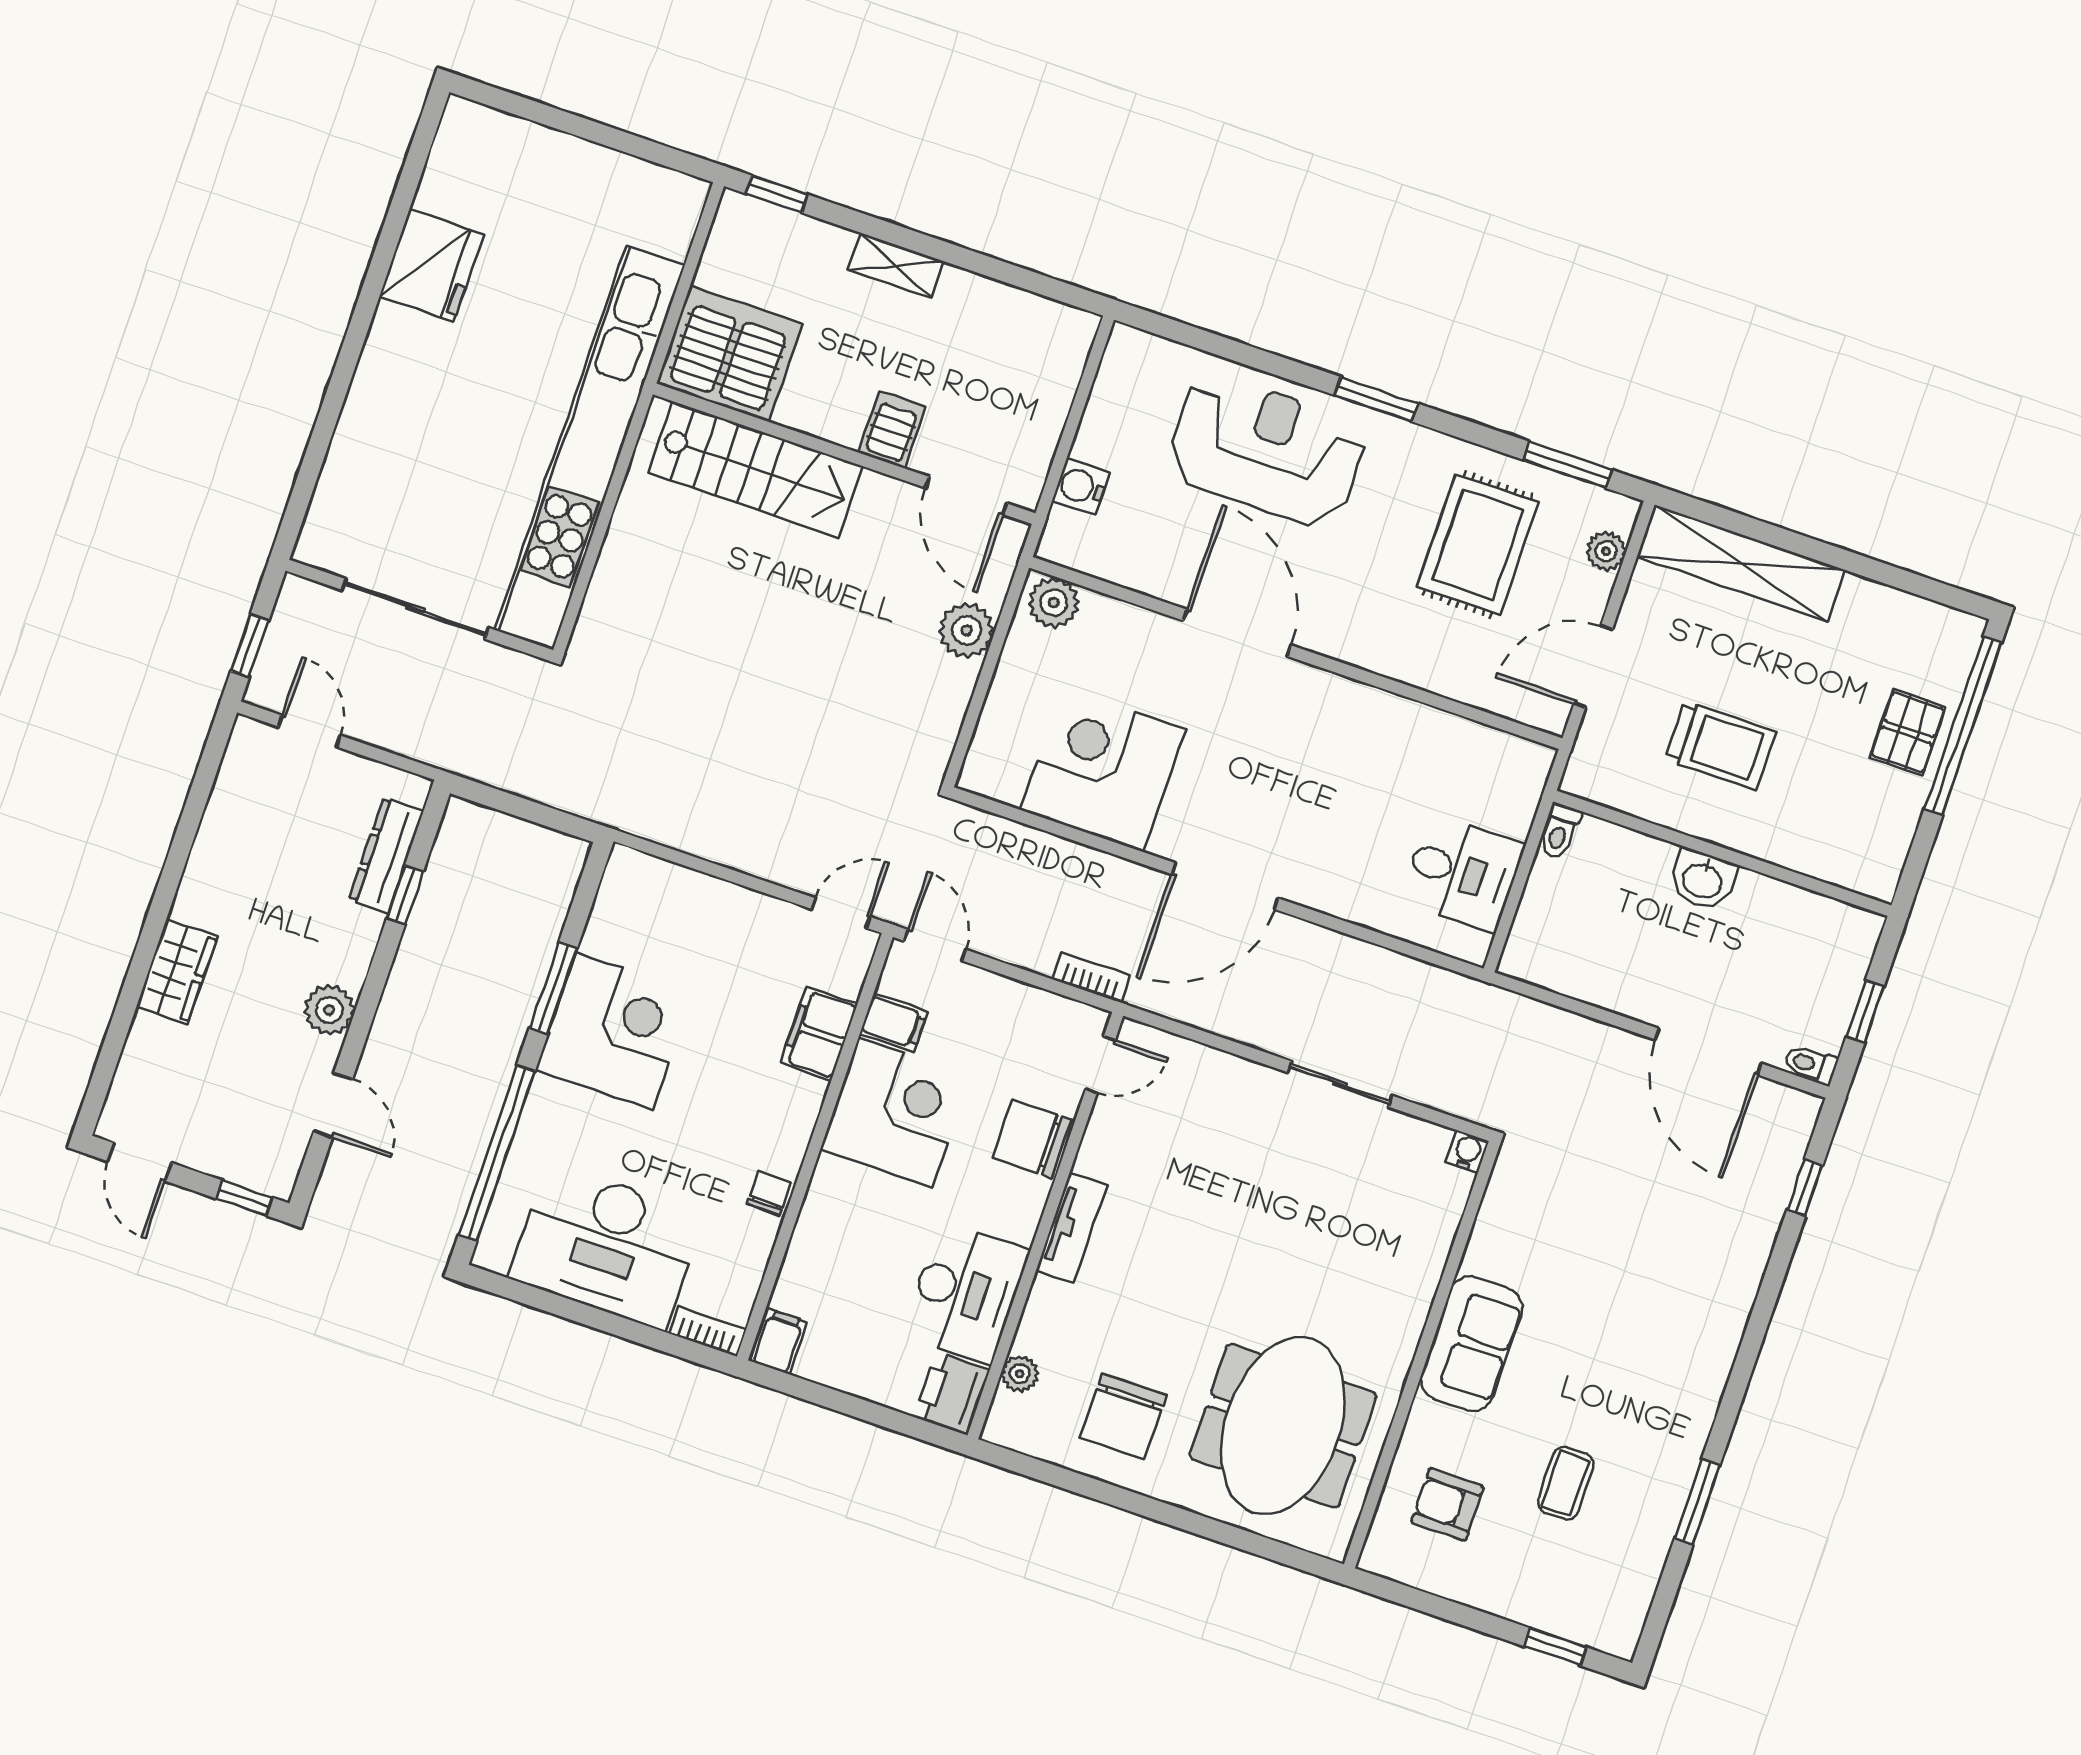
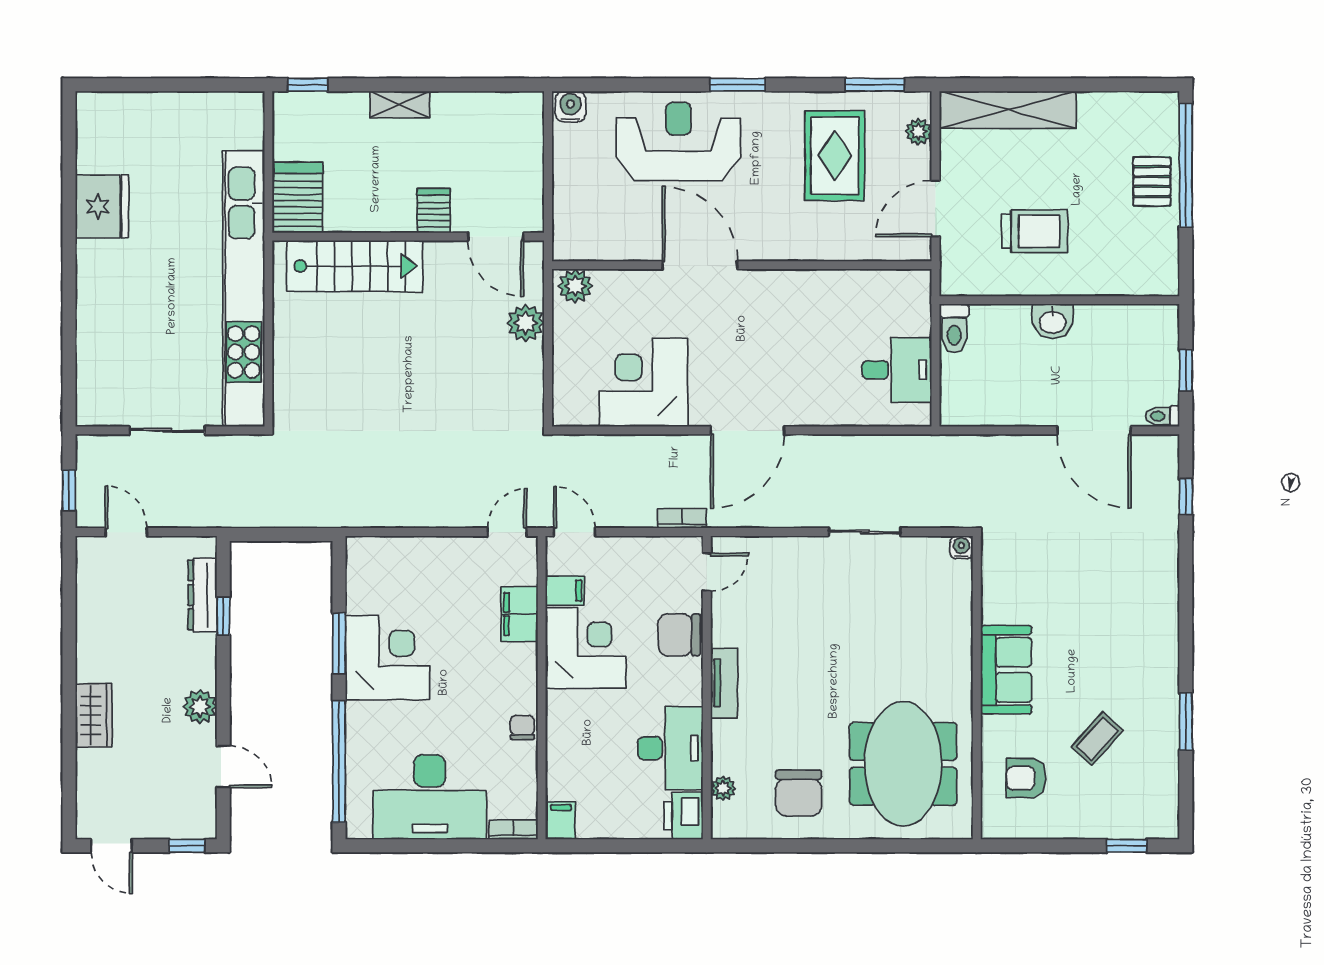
server rack: (729, 354) -> (297, 198), width x0.62
water cooler: (1081, 487) -> (571, 107), moved, turned 90
sliding door: (415, 609) -> (167, 430), width x0.73
toilet: (1560, 831) -> (954, 328), width x1.37, depth x1.39
coffee table: (1566, 1483) -> (1097, 739), turned 42

